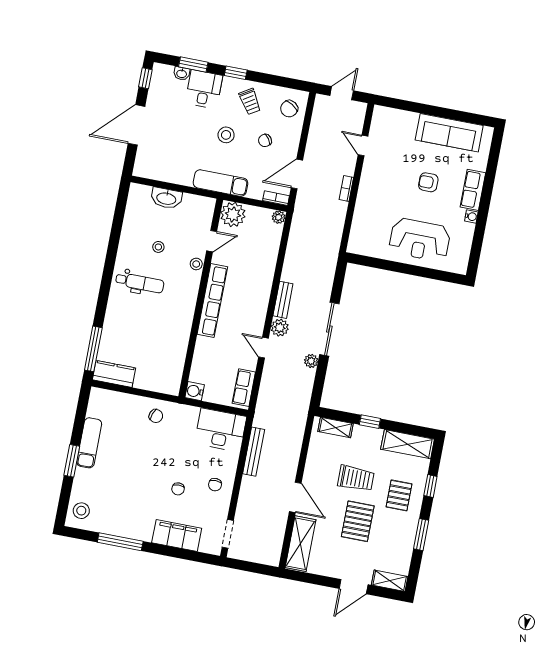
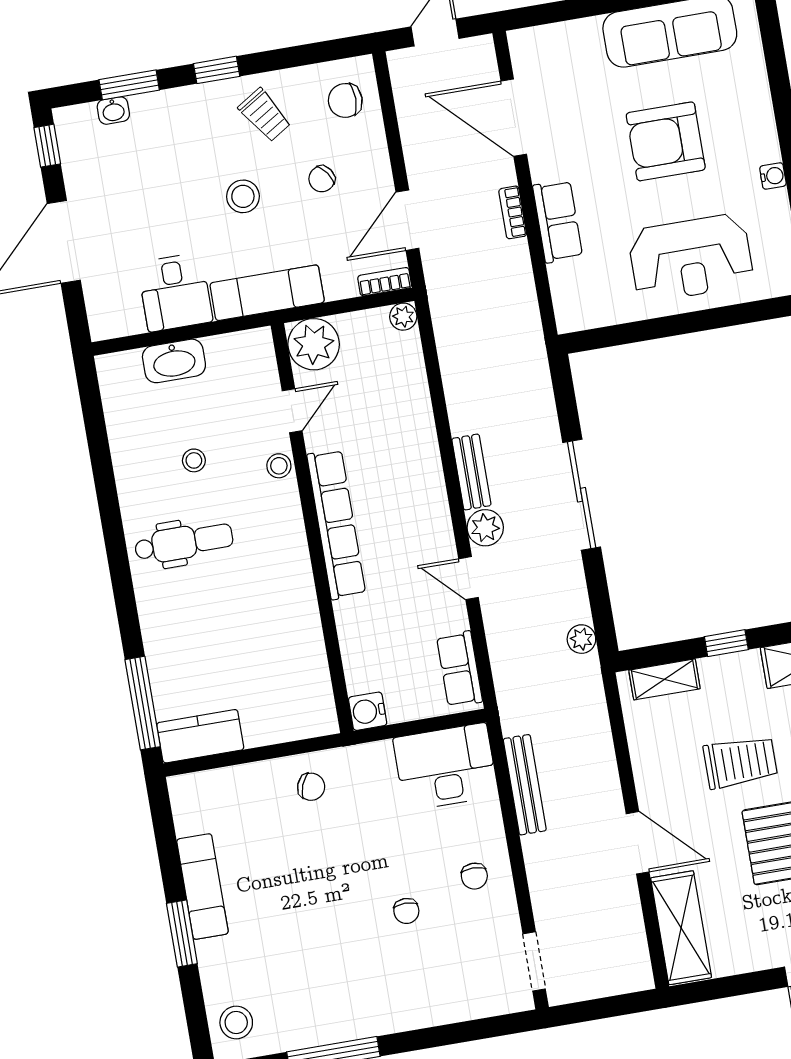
desk: (204, 89) -> (175, 292), moved, turned 180
chair: (289, 109) -> (345, 100), turned 58
door: (363, 145) -> (514, 118), width x1.87
armchair: (428, 182) -> (666, 141), width x1.88, depth x1.88
row of seats: (473, 190) -> (558, 221), moved, turned 180
plant: (311, 361) -> (581, 639), moved
filing cabinet: (177, 535) -> (437, 1001), removed

